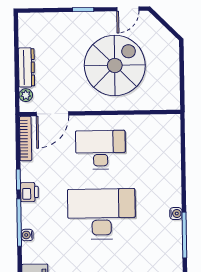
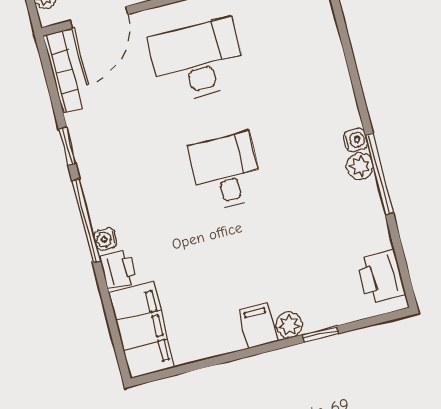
printer: (29, 192) -> (119, 269), moved
desk: (101, 214) -> (226, 172), width x0.53, depth x0.77
plant: (175, 228) -> (360, 166), added

